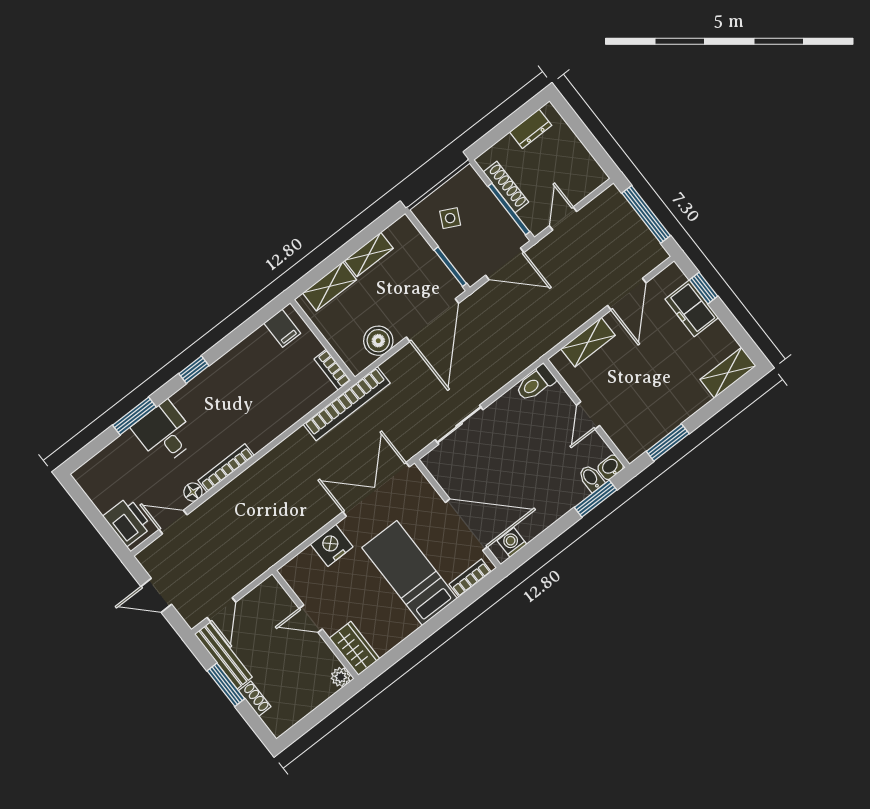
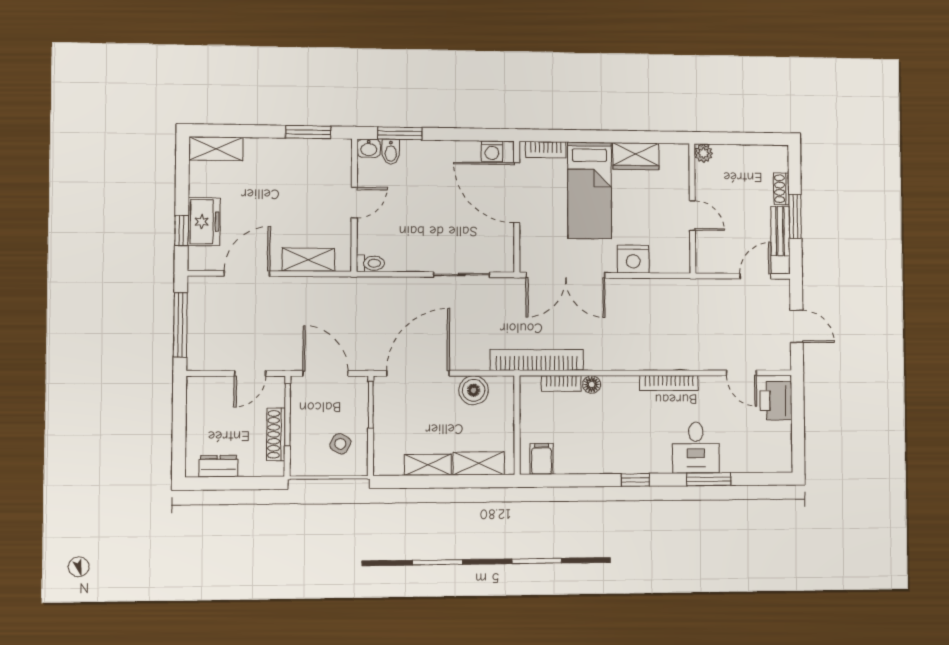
bookcase: (332, 370) -> (561, 383), moved, turned 90
toilet: (535, 383) -> (370, 263), width x0.73, depth x0.72
floor lamp: (193, 492) -> (592, 384), moved
wardrobe: (354, 648) -> (636, 156), moved, turned -90
bench: (223, 656) -> (780, 231), width x0.73

